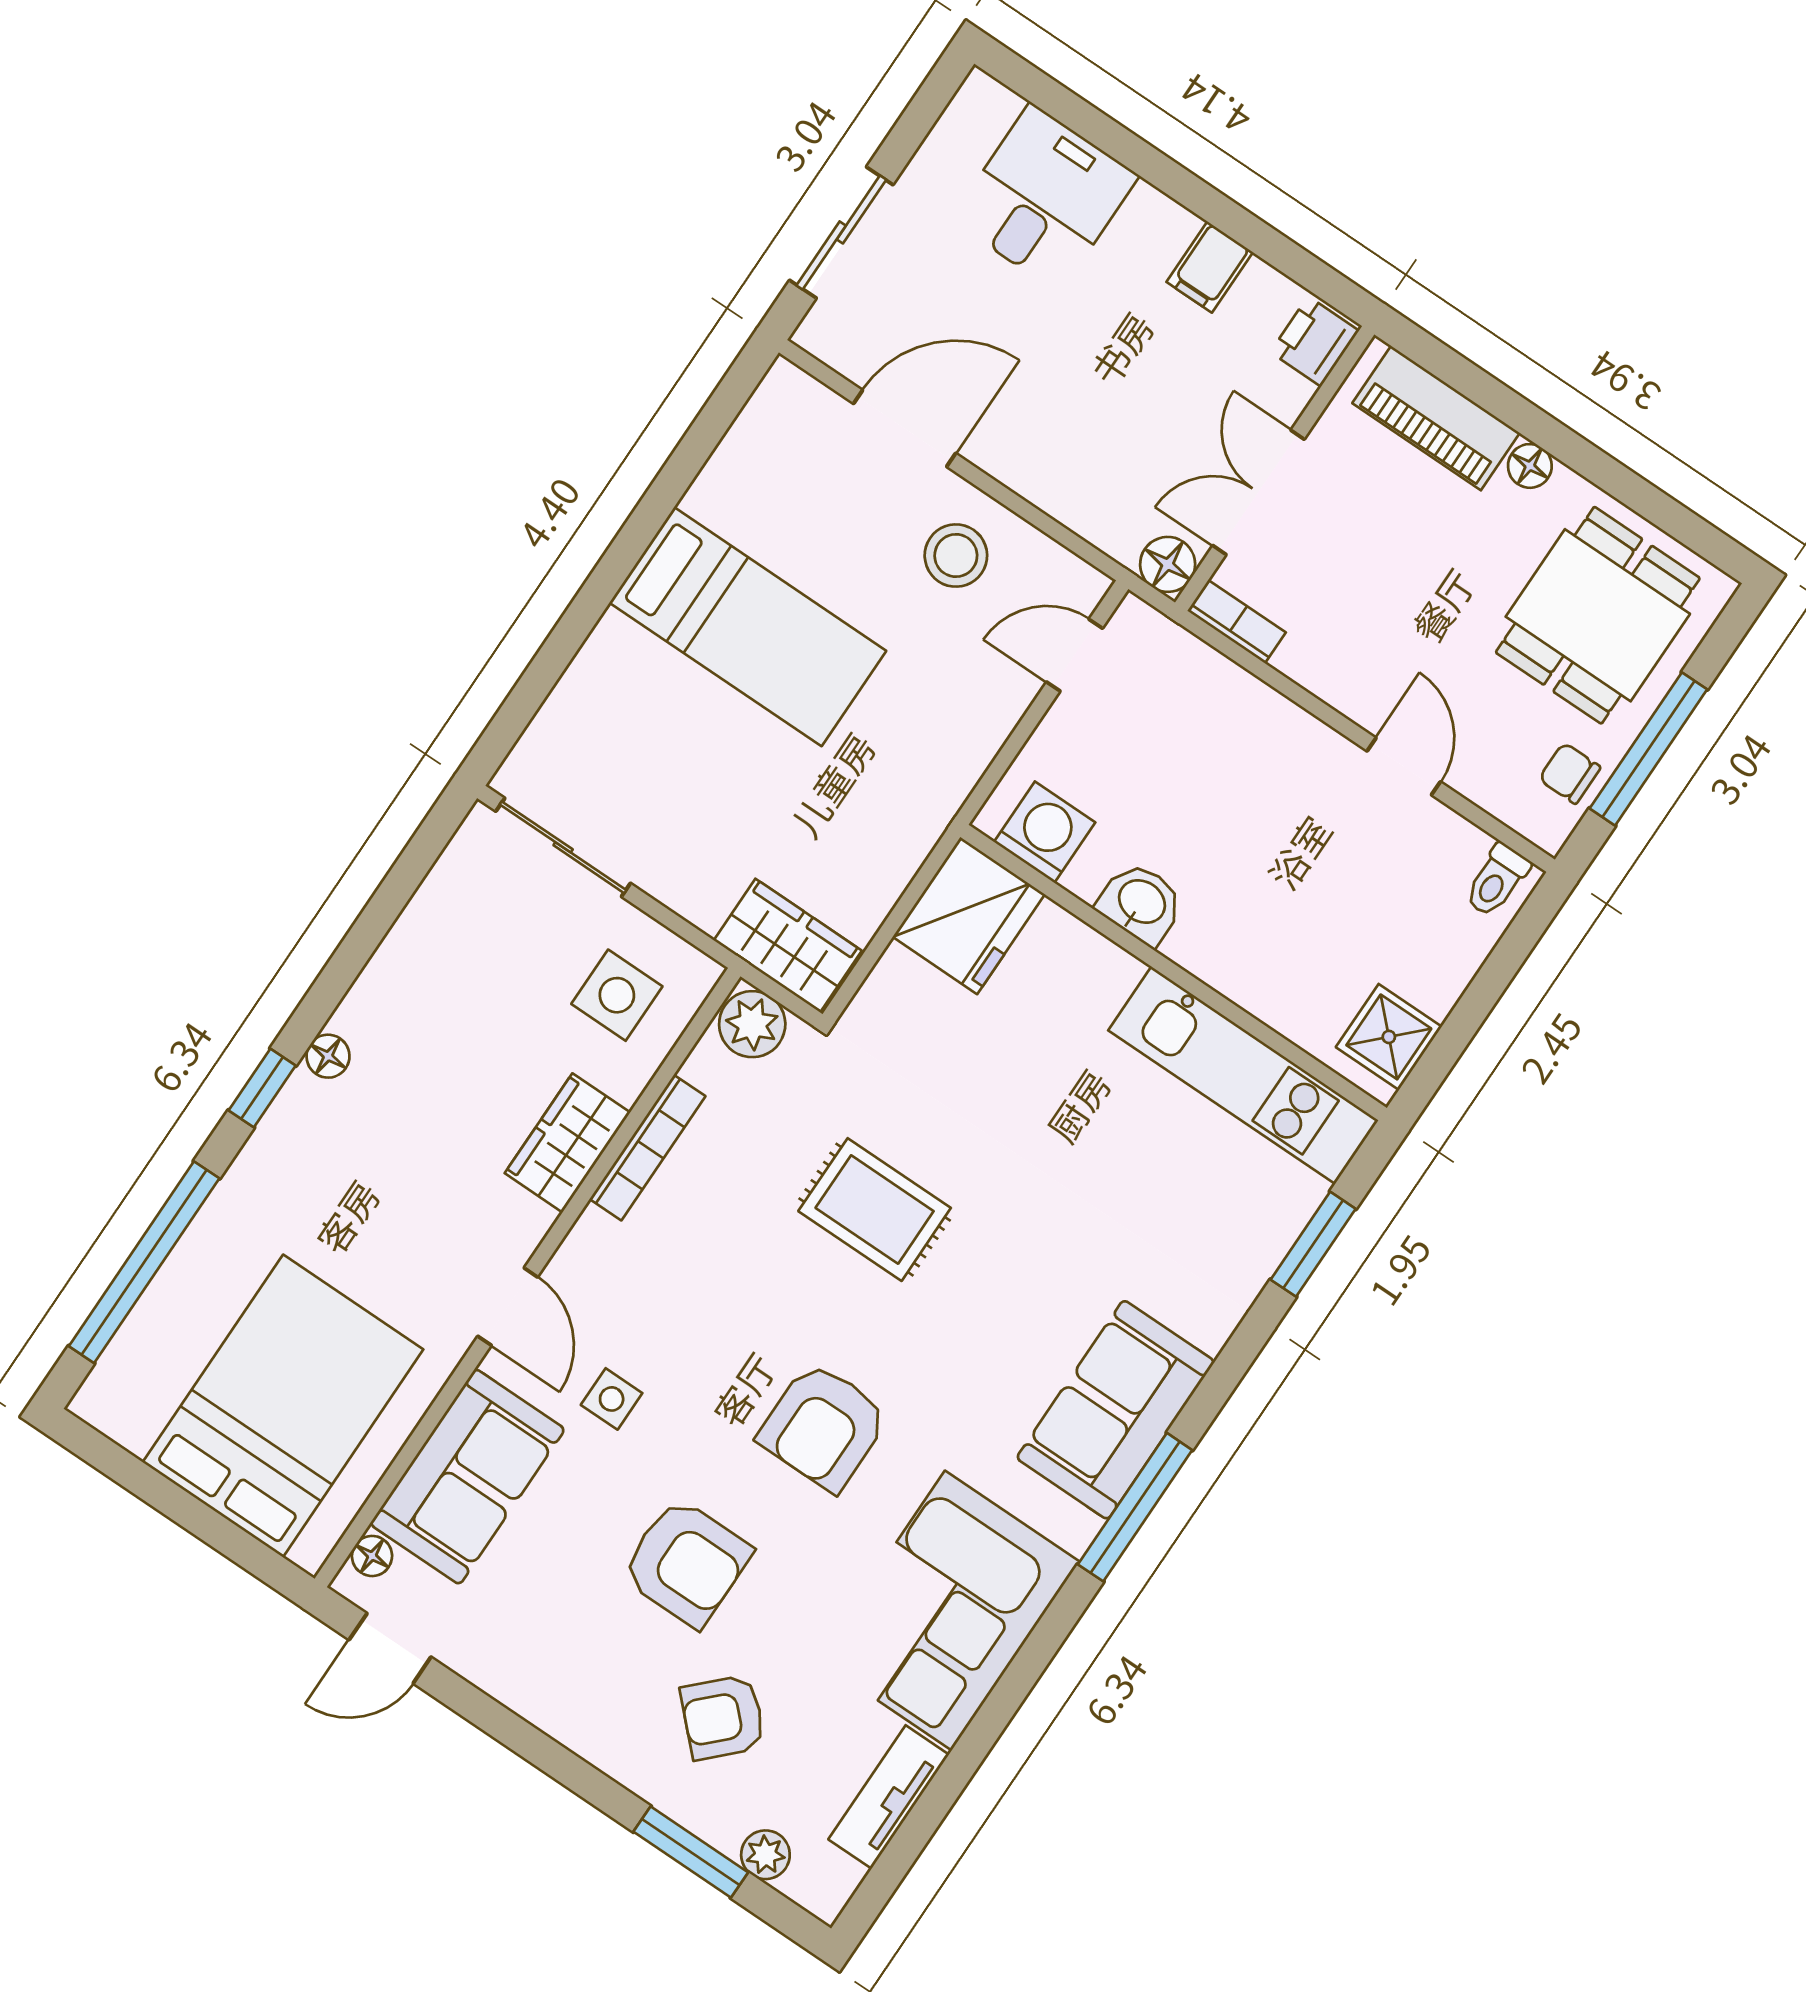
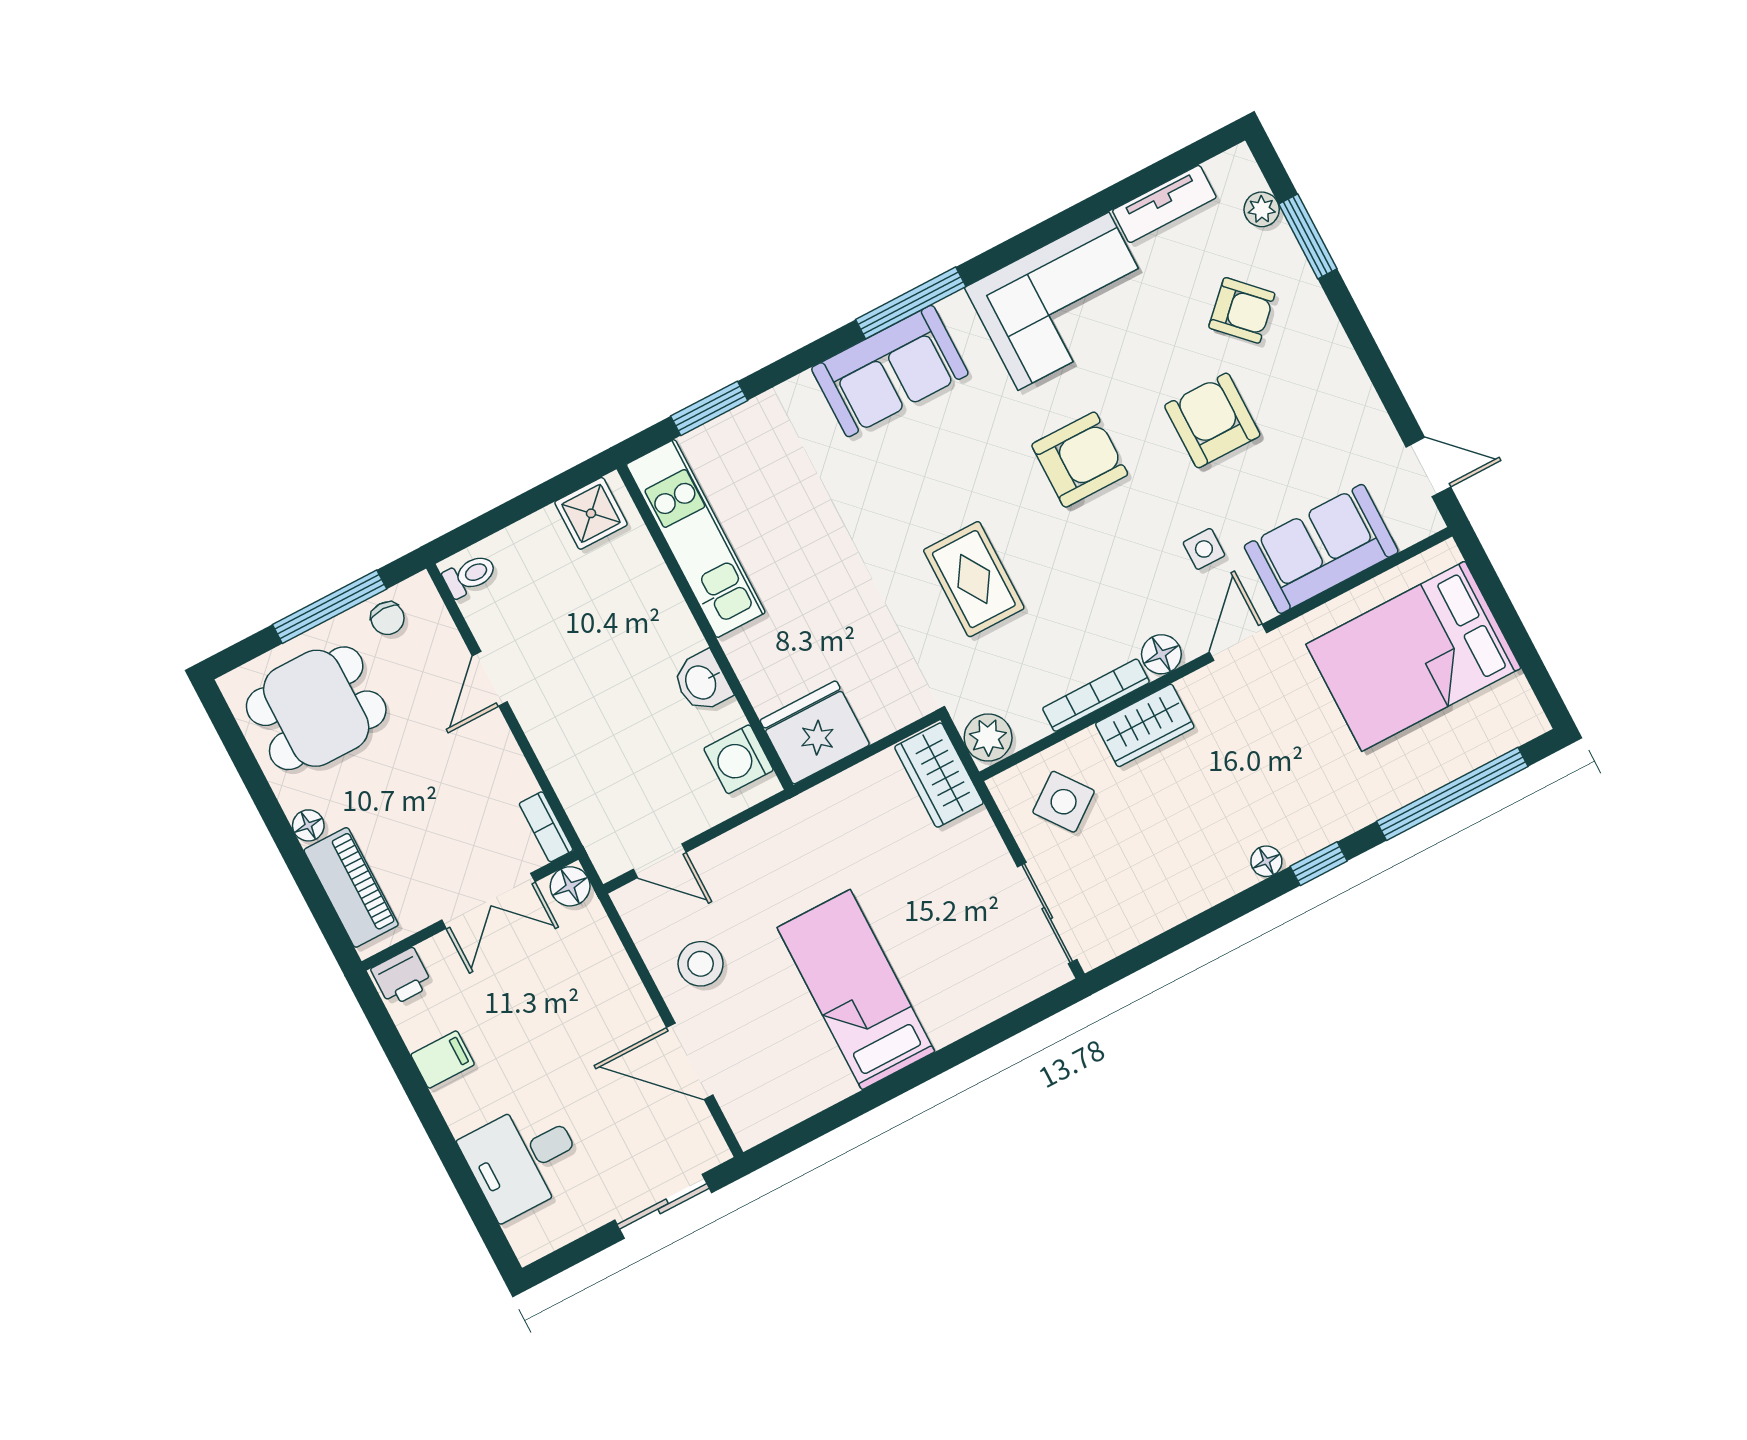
side table: (617, 995) -> (1064, 802), turned -37
floor lamp: (372, 1556) -> (1161, 654), moved, width x1.37, depth x1.37

